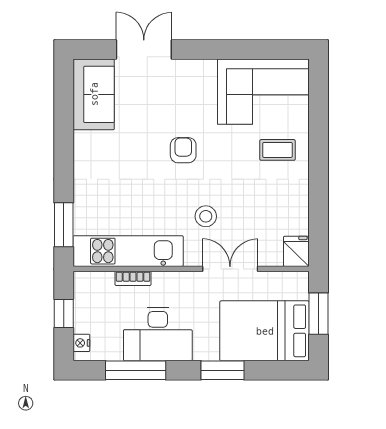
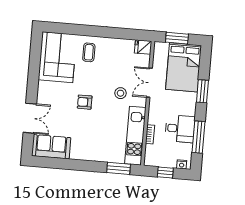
double door: (144, 50) -> (30, 118), swing flipped
desk: (158, 334) -> (180, 129), width x0.73

